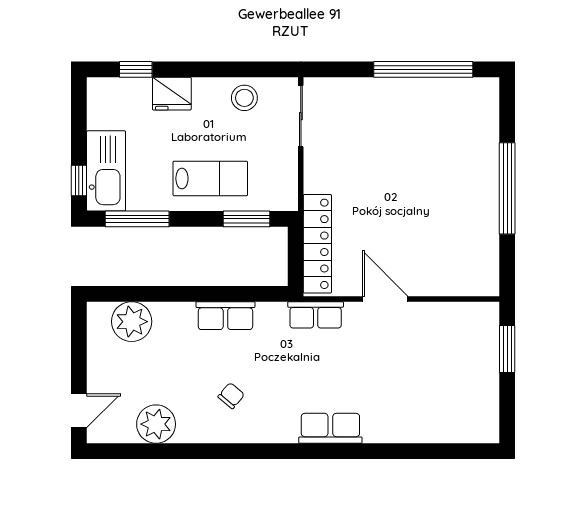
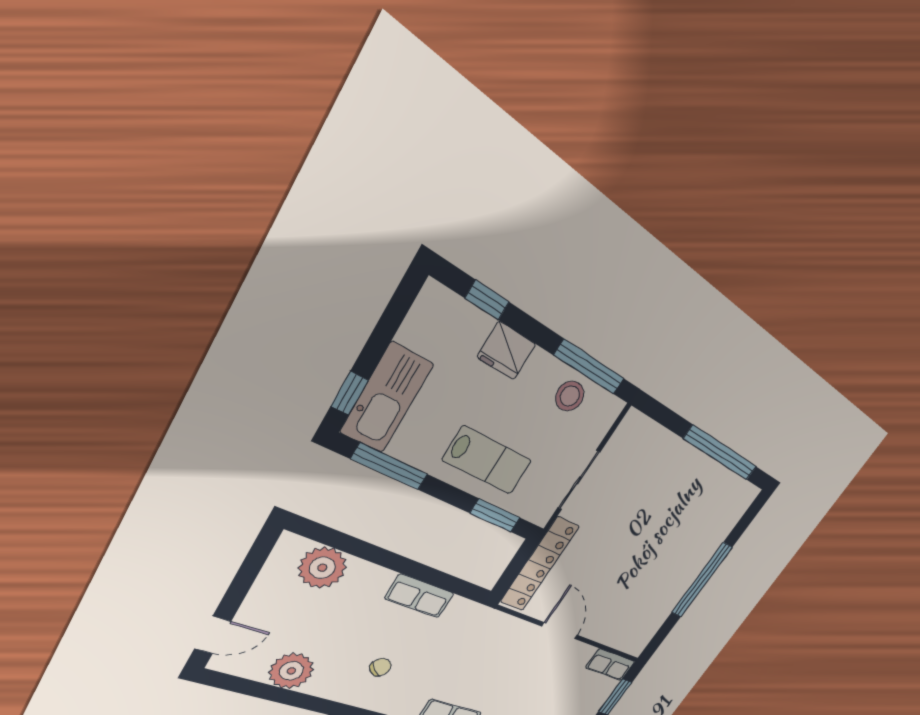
window: (245, 69) -> (589, 367), added
sliding door: (301, 116) -> (579, 480), moved
row of seats: (316, 315) -> (610, 665), moved

